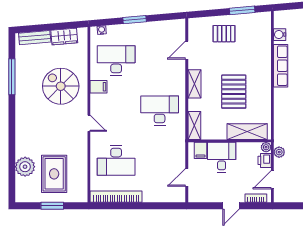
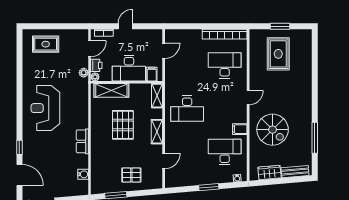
desk: (116, 60) -> (225, 152), turned 180
row of seats: (281, 66) -> (82, 141), width x0.68
door: (89, 123) -> (248, 98), swing flipped
desk: (222, 157) -> (129, 68), width x1.37
plant: (25, 167) -> (303, 60), removed

